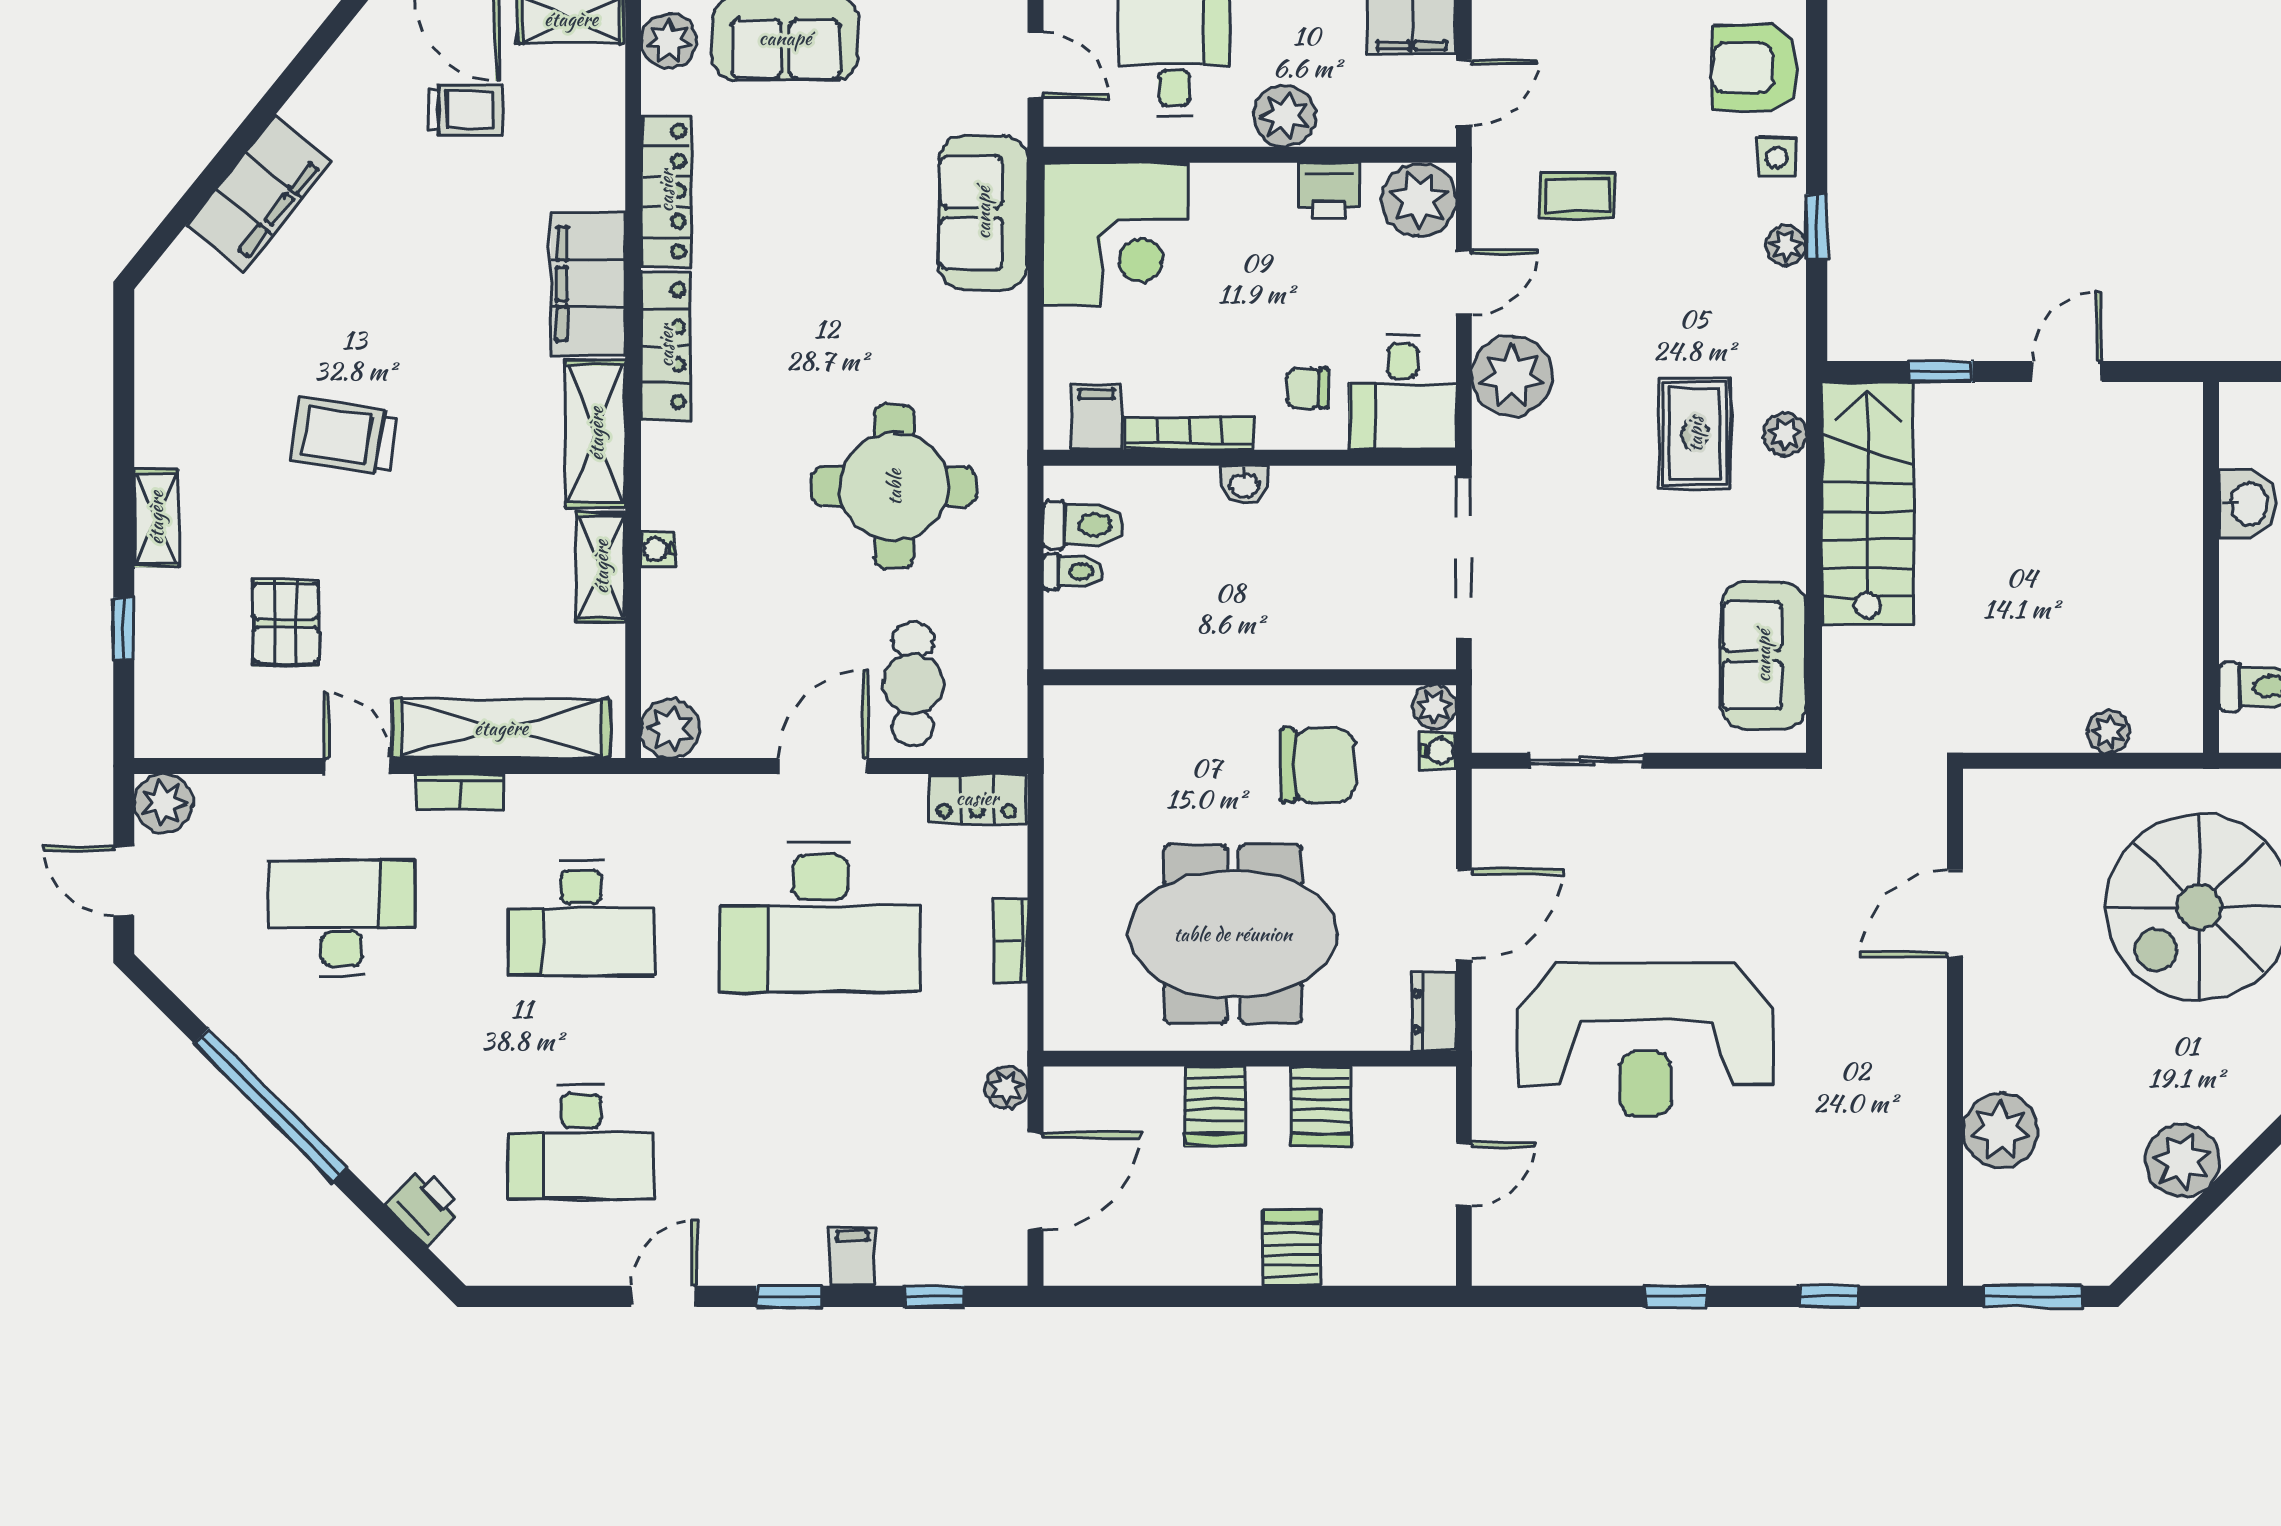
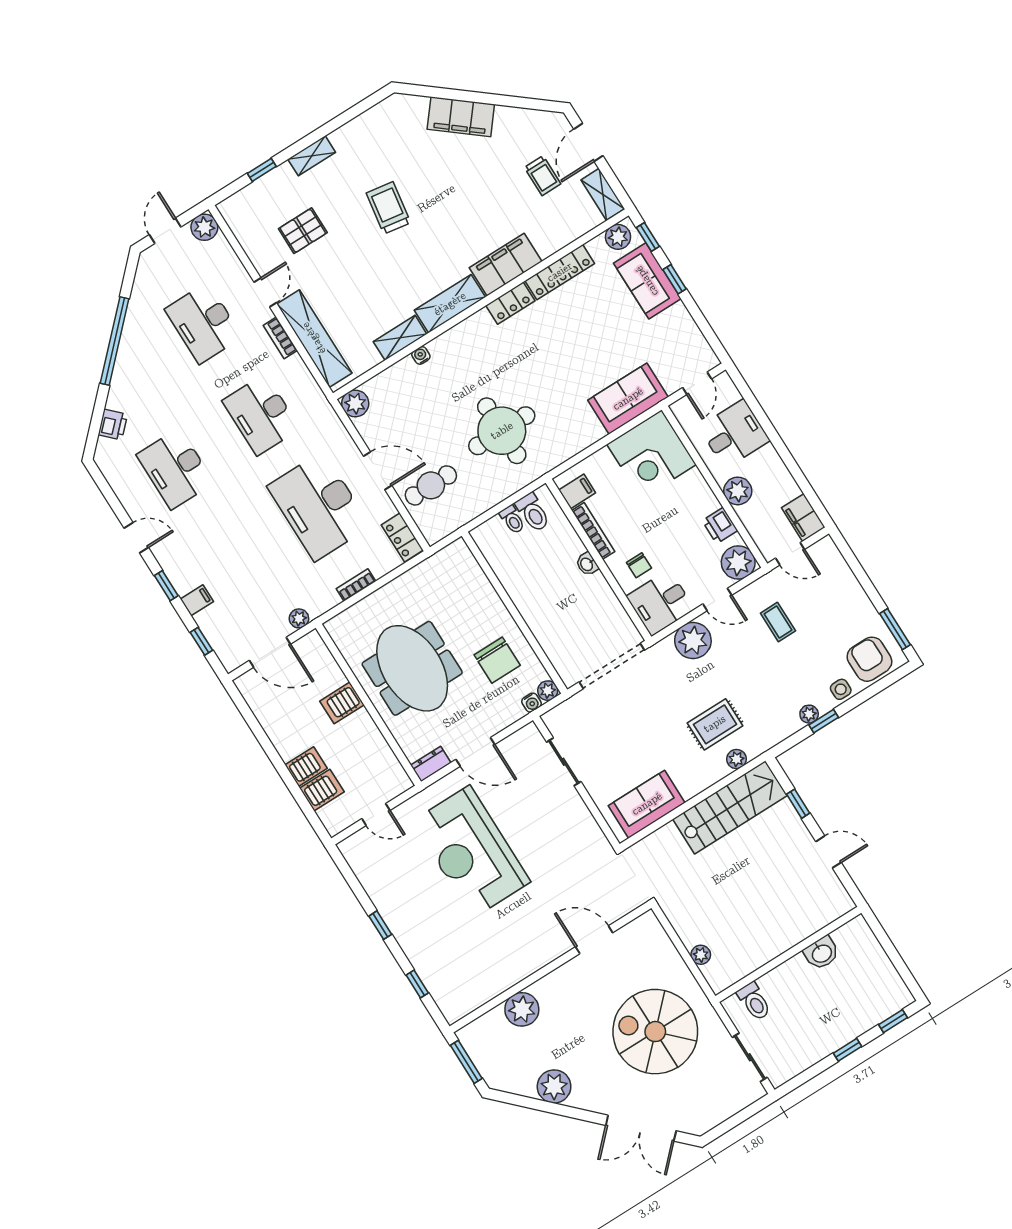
locker: (666, 346) -> (510, 303), width x0.66
chair: (1308, 388) -> (639, 565), turned 180
desk: (342, 918) -> (203, 323), turned 180
server rack: (1321, 1106) -> (322, 790), moved, turned 180

